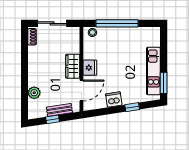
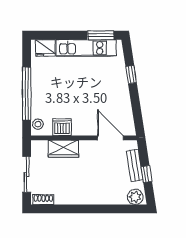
wardrobe: (73, 66) -> (63, 149), moved
fridge: (90, 68) -> (45, 48), moved, turned 180
plant: (34, 93) -> (135, 197), moved
dishwasher: (114, 100) -> (62, 127), moved, turned 99

